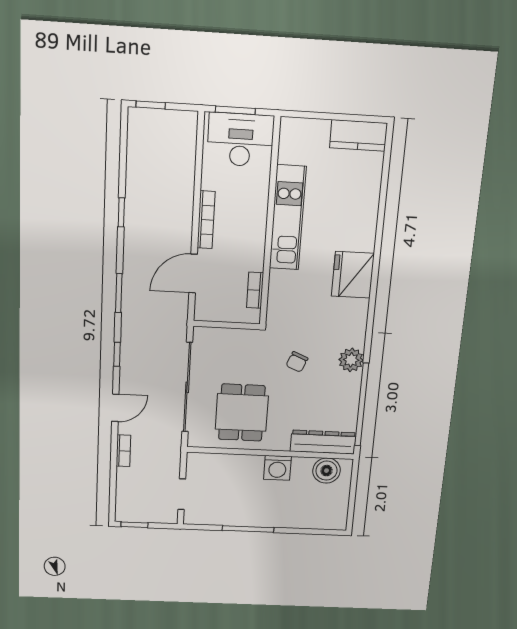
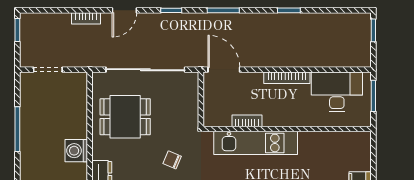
desk: (240, 140) -> (337, 92), moved, turned -90
kitchen unit: (288, 218) -> (256, 143), moved
door: (193, 274) -> (224, 70), moved
bookcase: (255, 290) -> (247, 121), moved
door: (115, 408) -> (124, 10), hinge flipped

